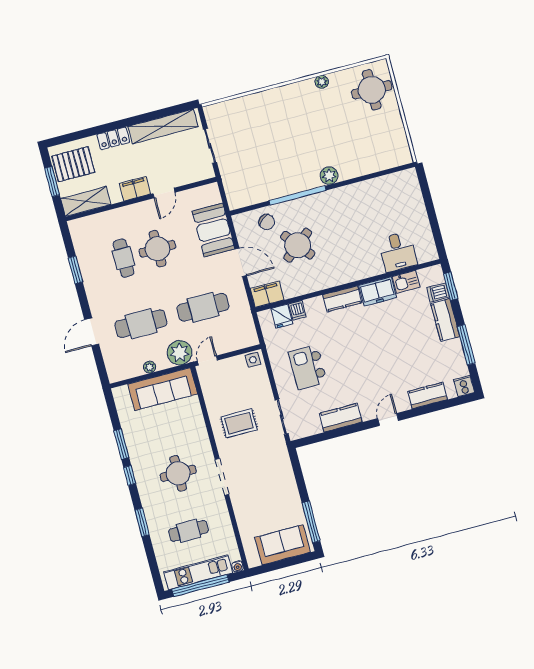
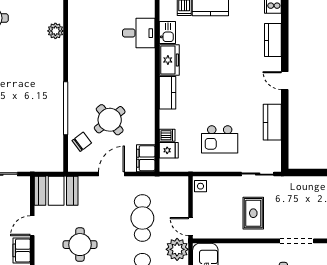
plant: (329, 176) -> (55, 31), moved
door: (164, 193) -> (32, 226), swing flipped
booth: (213, 230) -> (56, 191), moved

